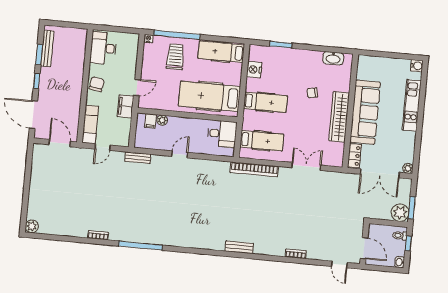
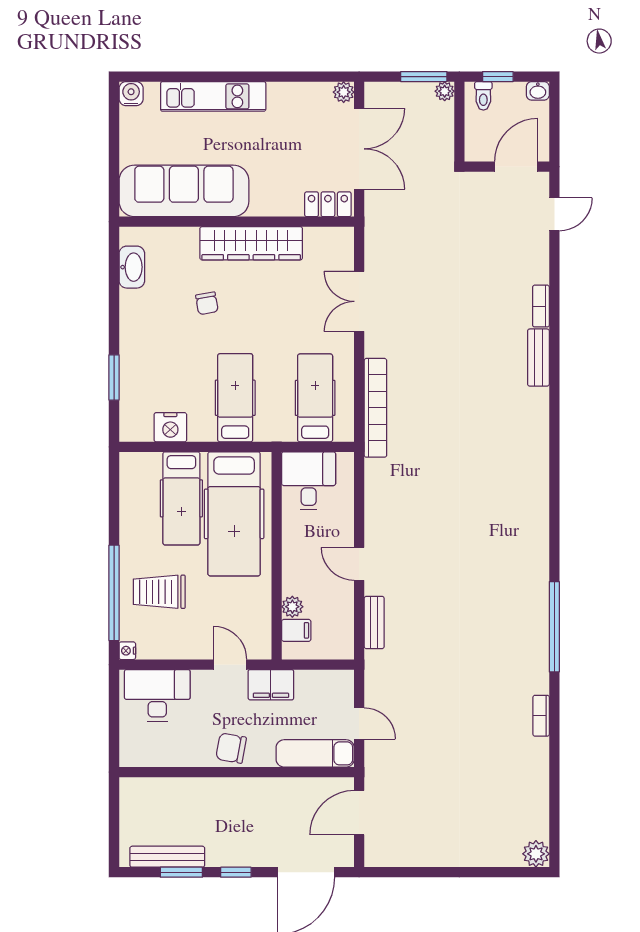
desk: (103, 48) -> (157, 695), moved, turned 180
hospital bed: (221, 52) -> (181, 498), moved
sofa: (365, 112) -> (184, 191), moved
bench: (138, 158) -> (374, 622), moved
plant: (400, 213) -> (445, 91), width x0.53, depth x0.53
bench: (239, 247) -> (538, 358), moved

